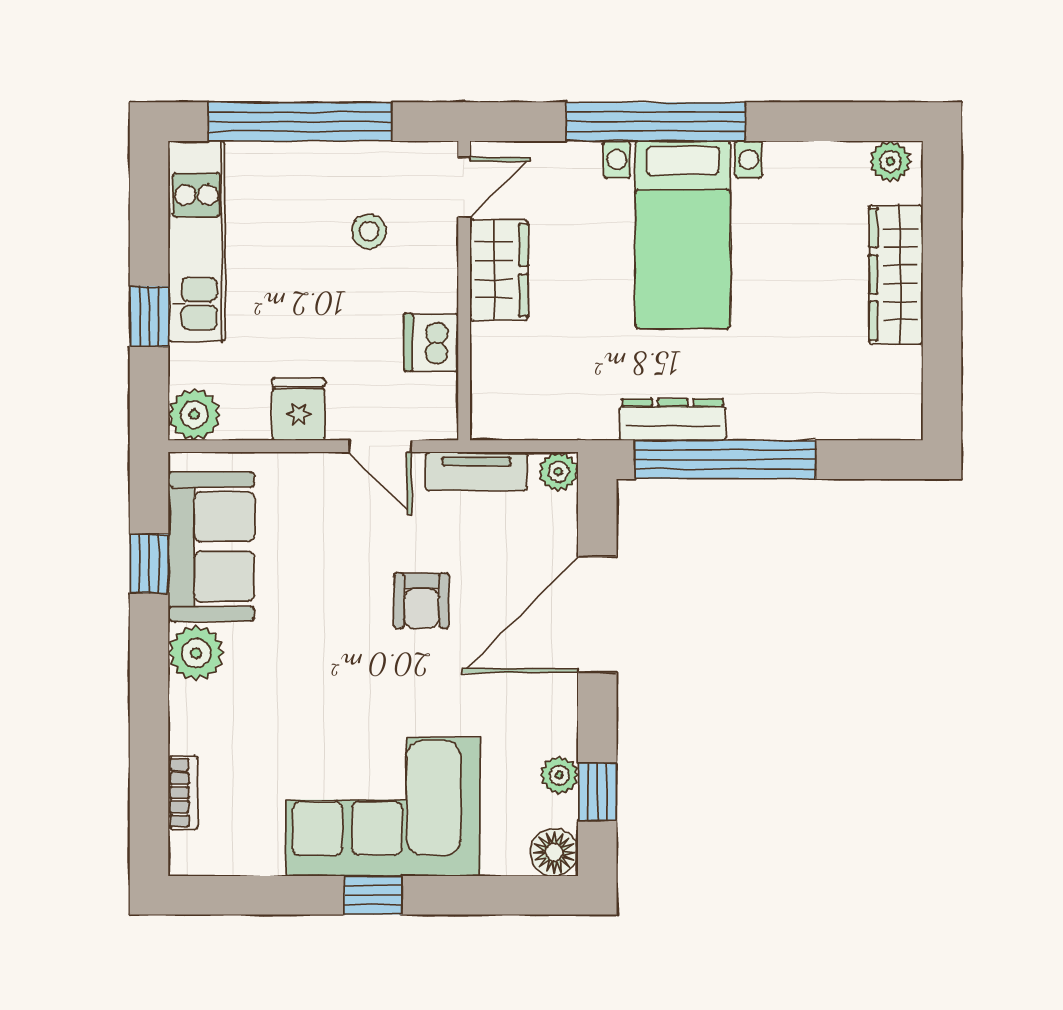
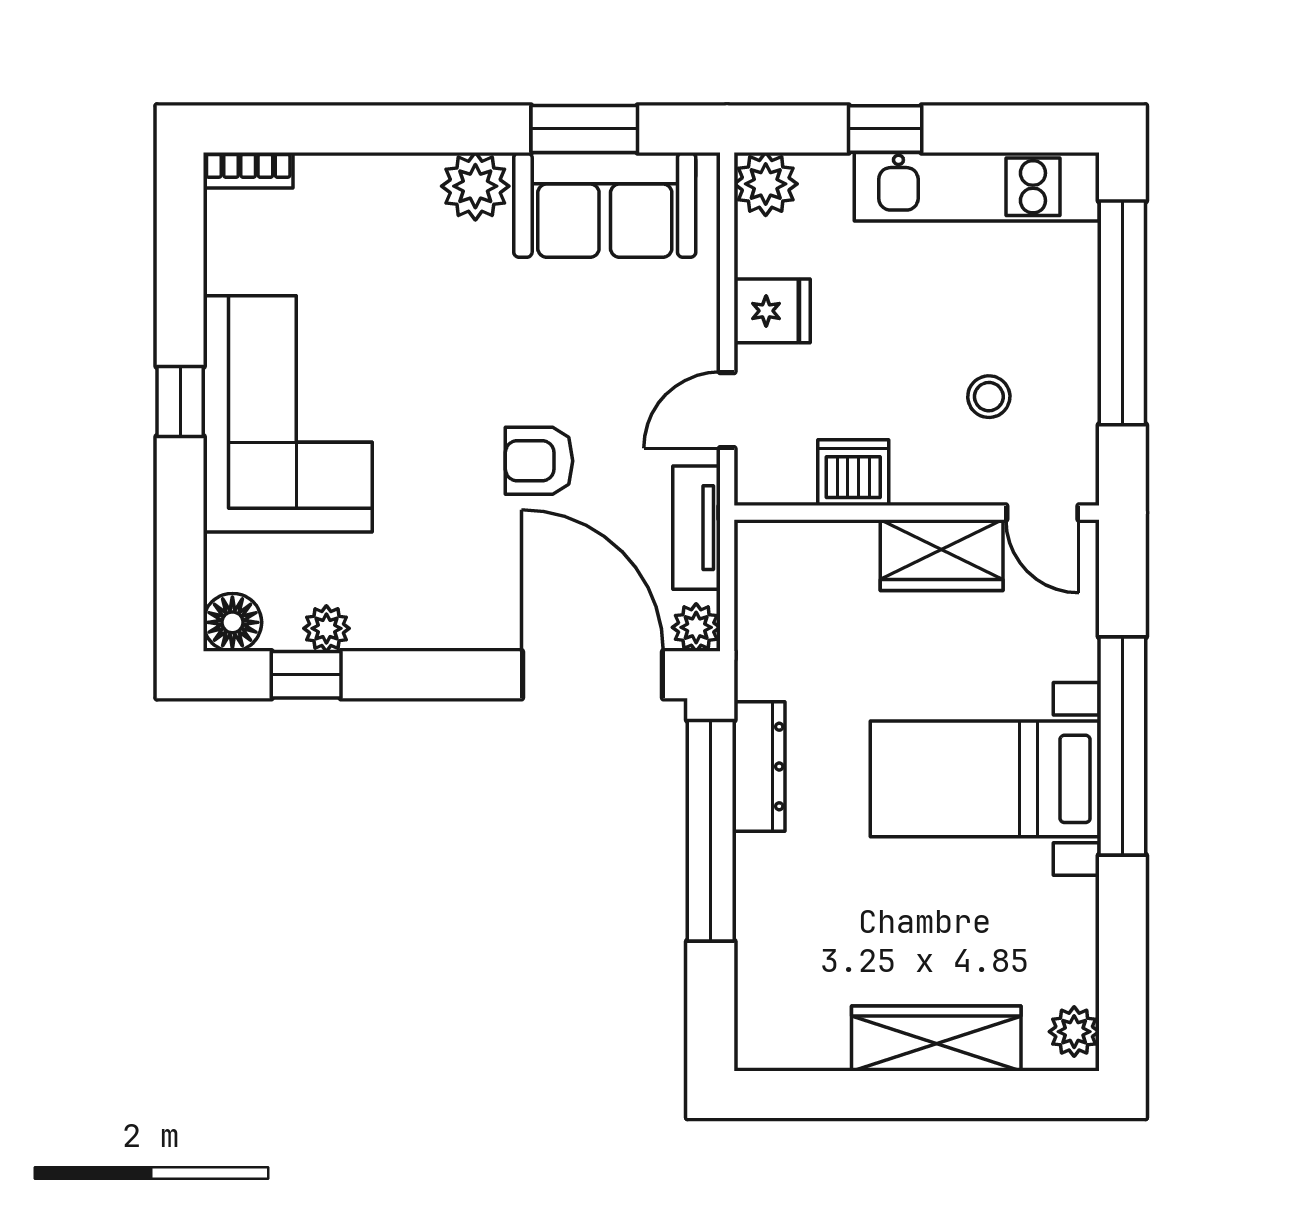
window: (149, 563) -> (584, 129), width x1.50
door: (597, 615) -> (592, 675), moved
bookcase: (183, 793) -> (248, 170), moved

